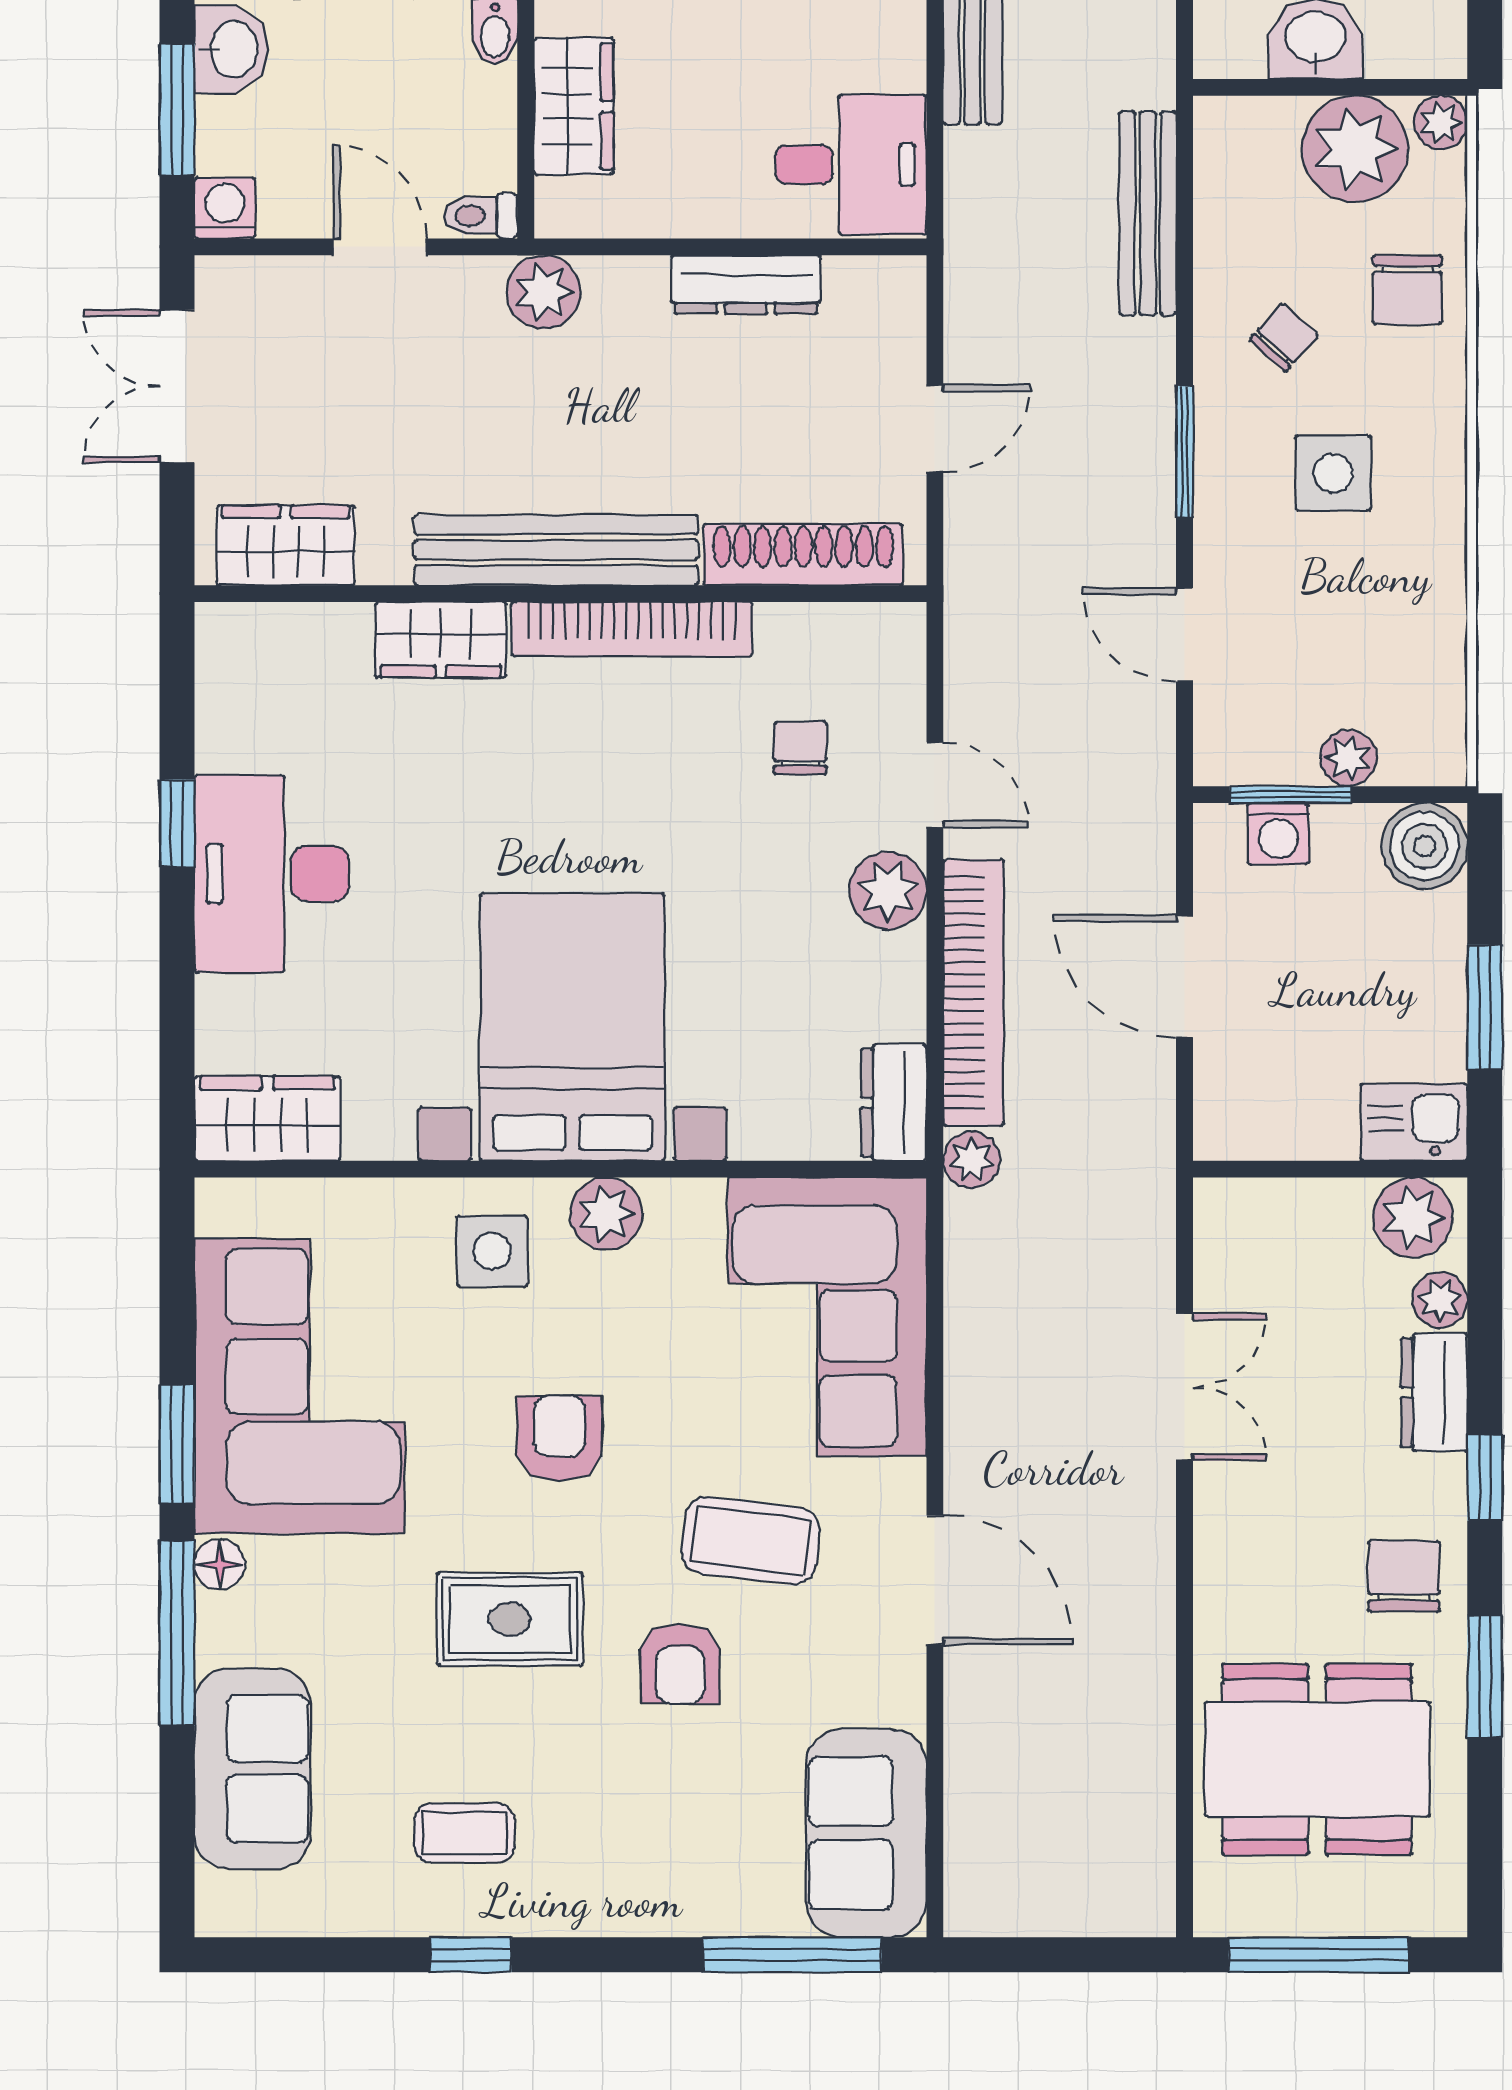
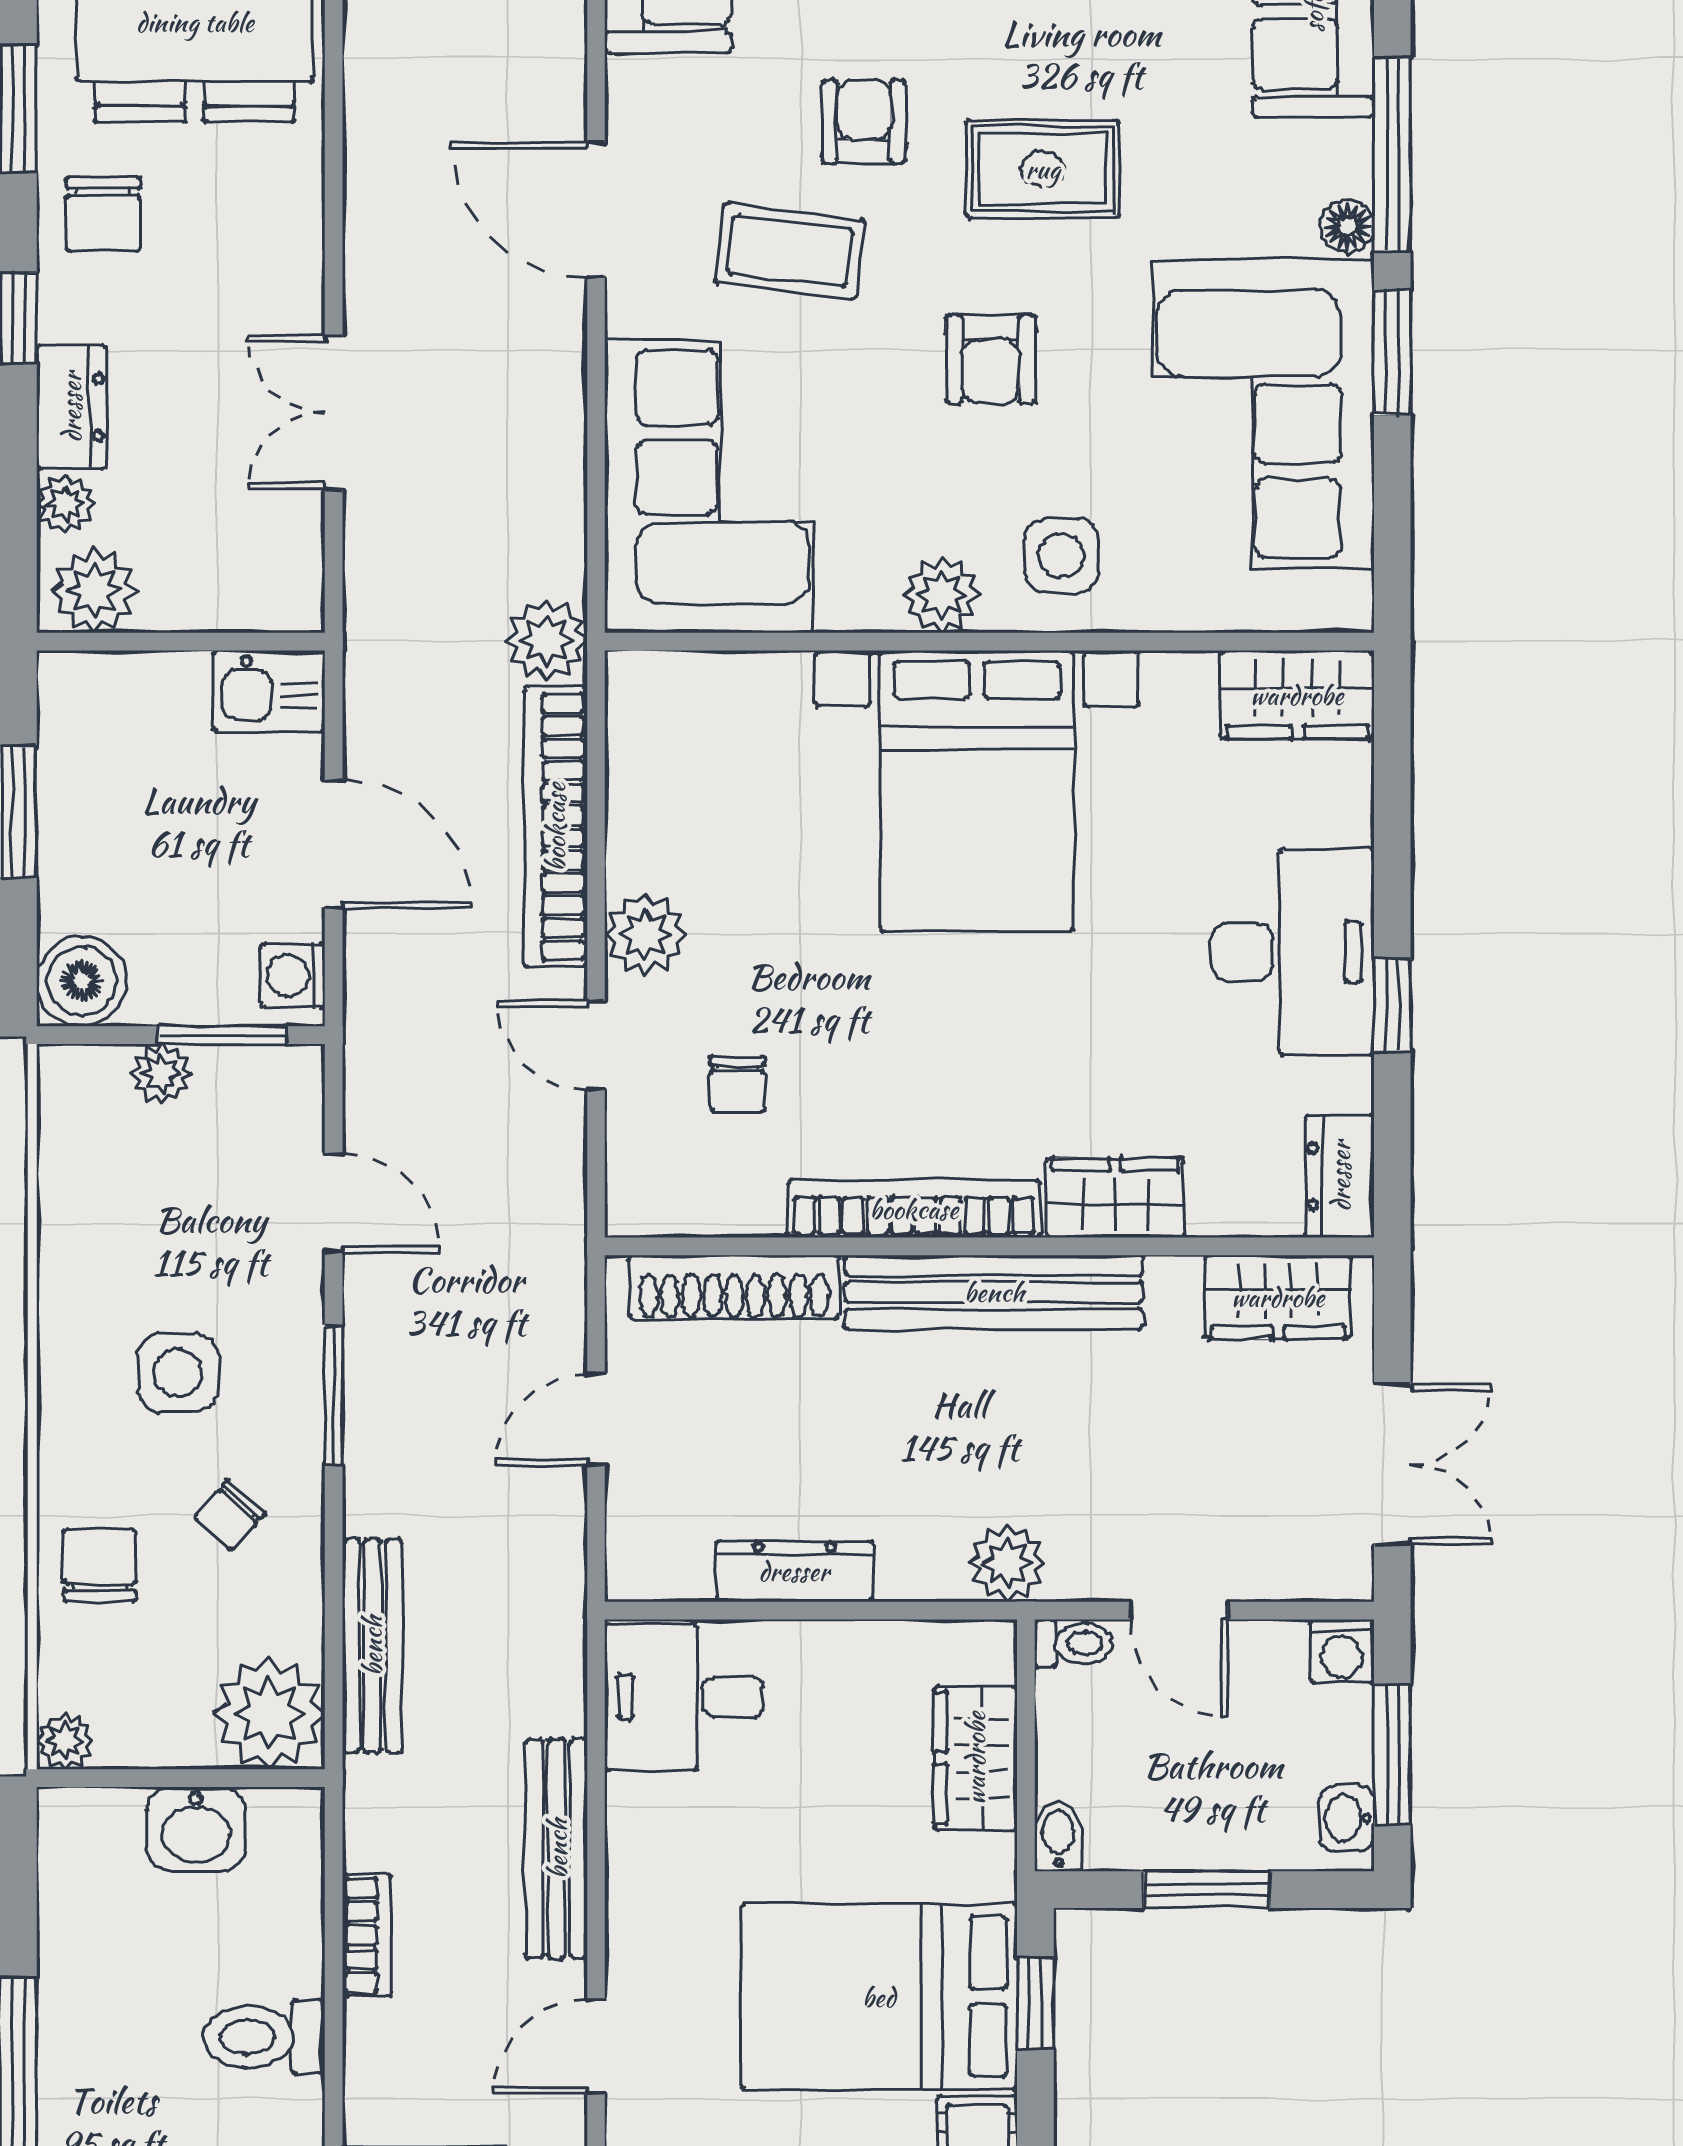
washbasin: (232, 49) -> (1347, 1818), width x0.72, depth x0.69
plant: (1355, 149) -> (269, 1714), moved
washing machine: (1278, 834) -> (293, 975), moved, turned -90
dresser: (894, 1103) -> (1340, 1176), moved, turned 180
kitchen sink: (1414, 1122) -> (269, 691), moved
plant: (972, 1160) -> (546, 640), width x1.38, depth x1.38

